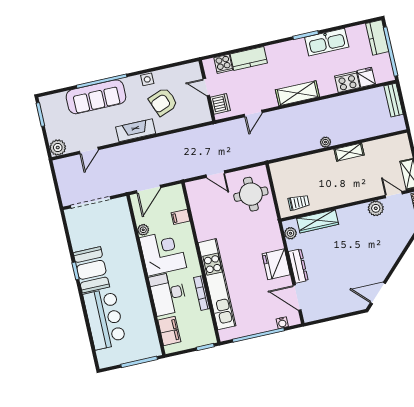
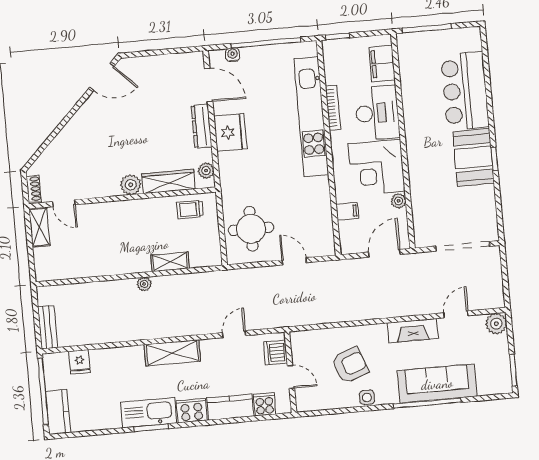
kitchen sink: (327, 42) -> (149, 413), moved
cooker: (347, 82) -> (192, 411), moved, turned 180
fireplace: (136, 130) -> (413, 331), moved
shelving: (349, 152) -> (170, 262), moved
plant: (376, 208) -> (131, 185), moved

